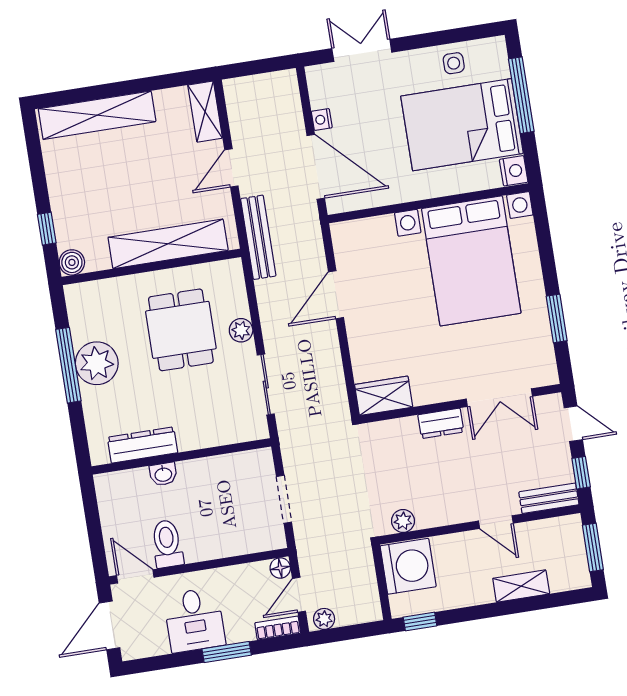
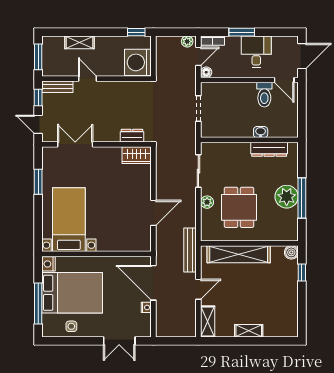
shelving: (97, 115) -> (249, 331), width x0.45, depth x0.75
bed with nightstands: (471, 261) -> (69, 220), width x0.73
dresser: (441, 423) -> (132, 136), moved
plant: (403, 521) -> (137, 87), removed

